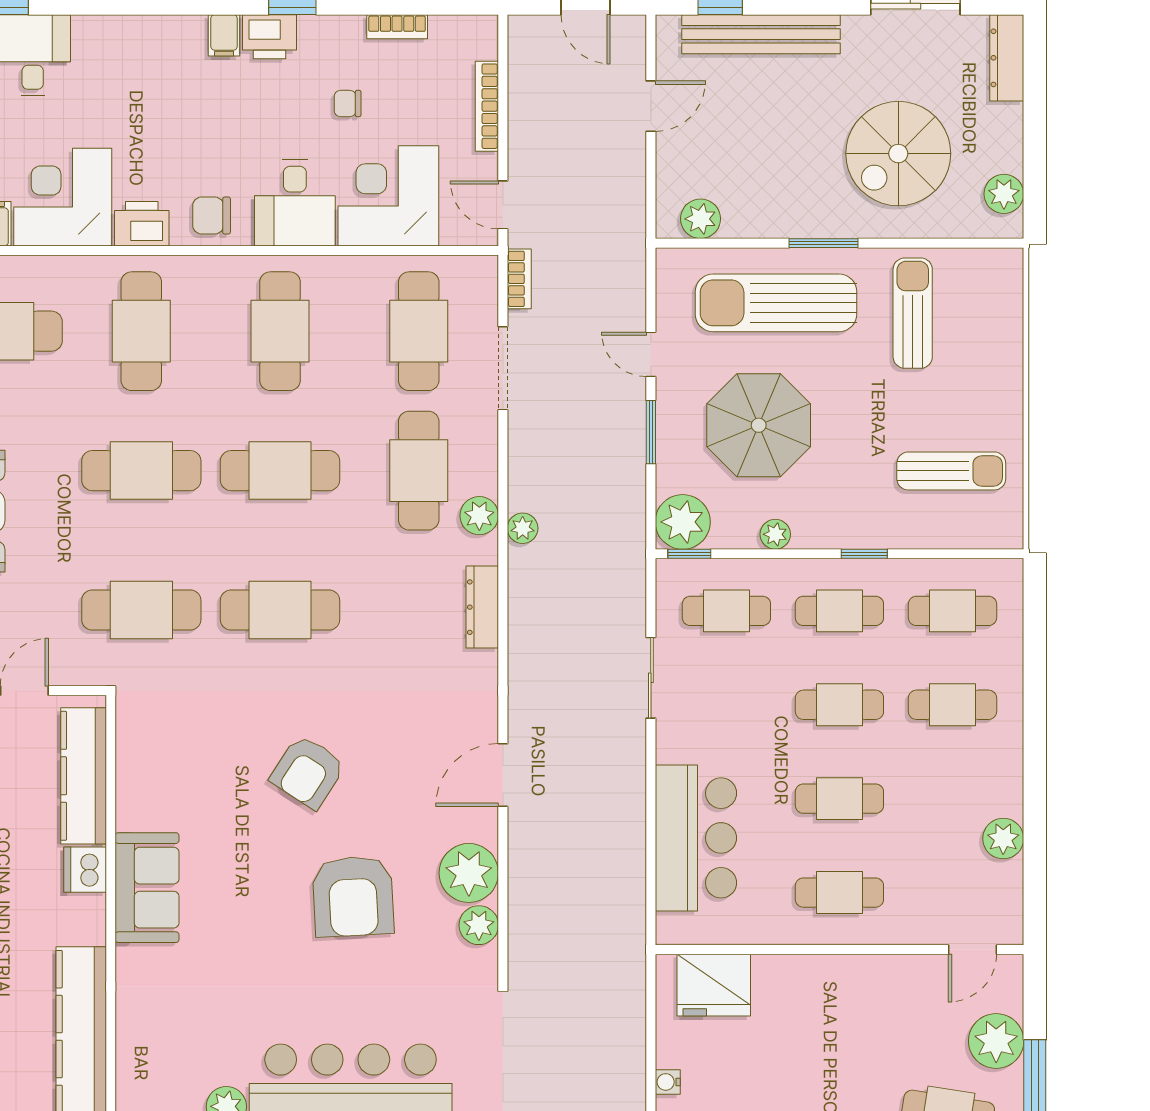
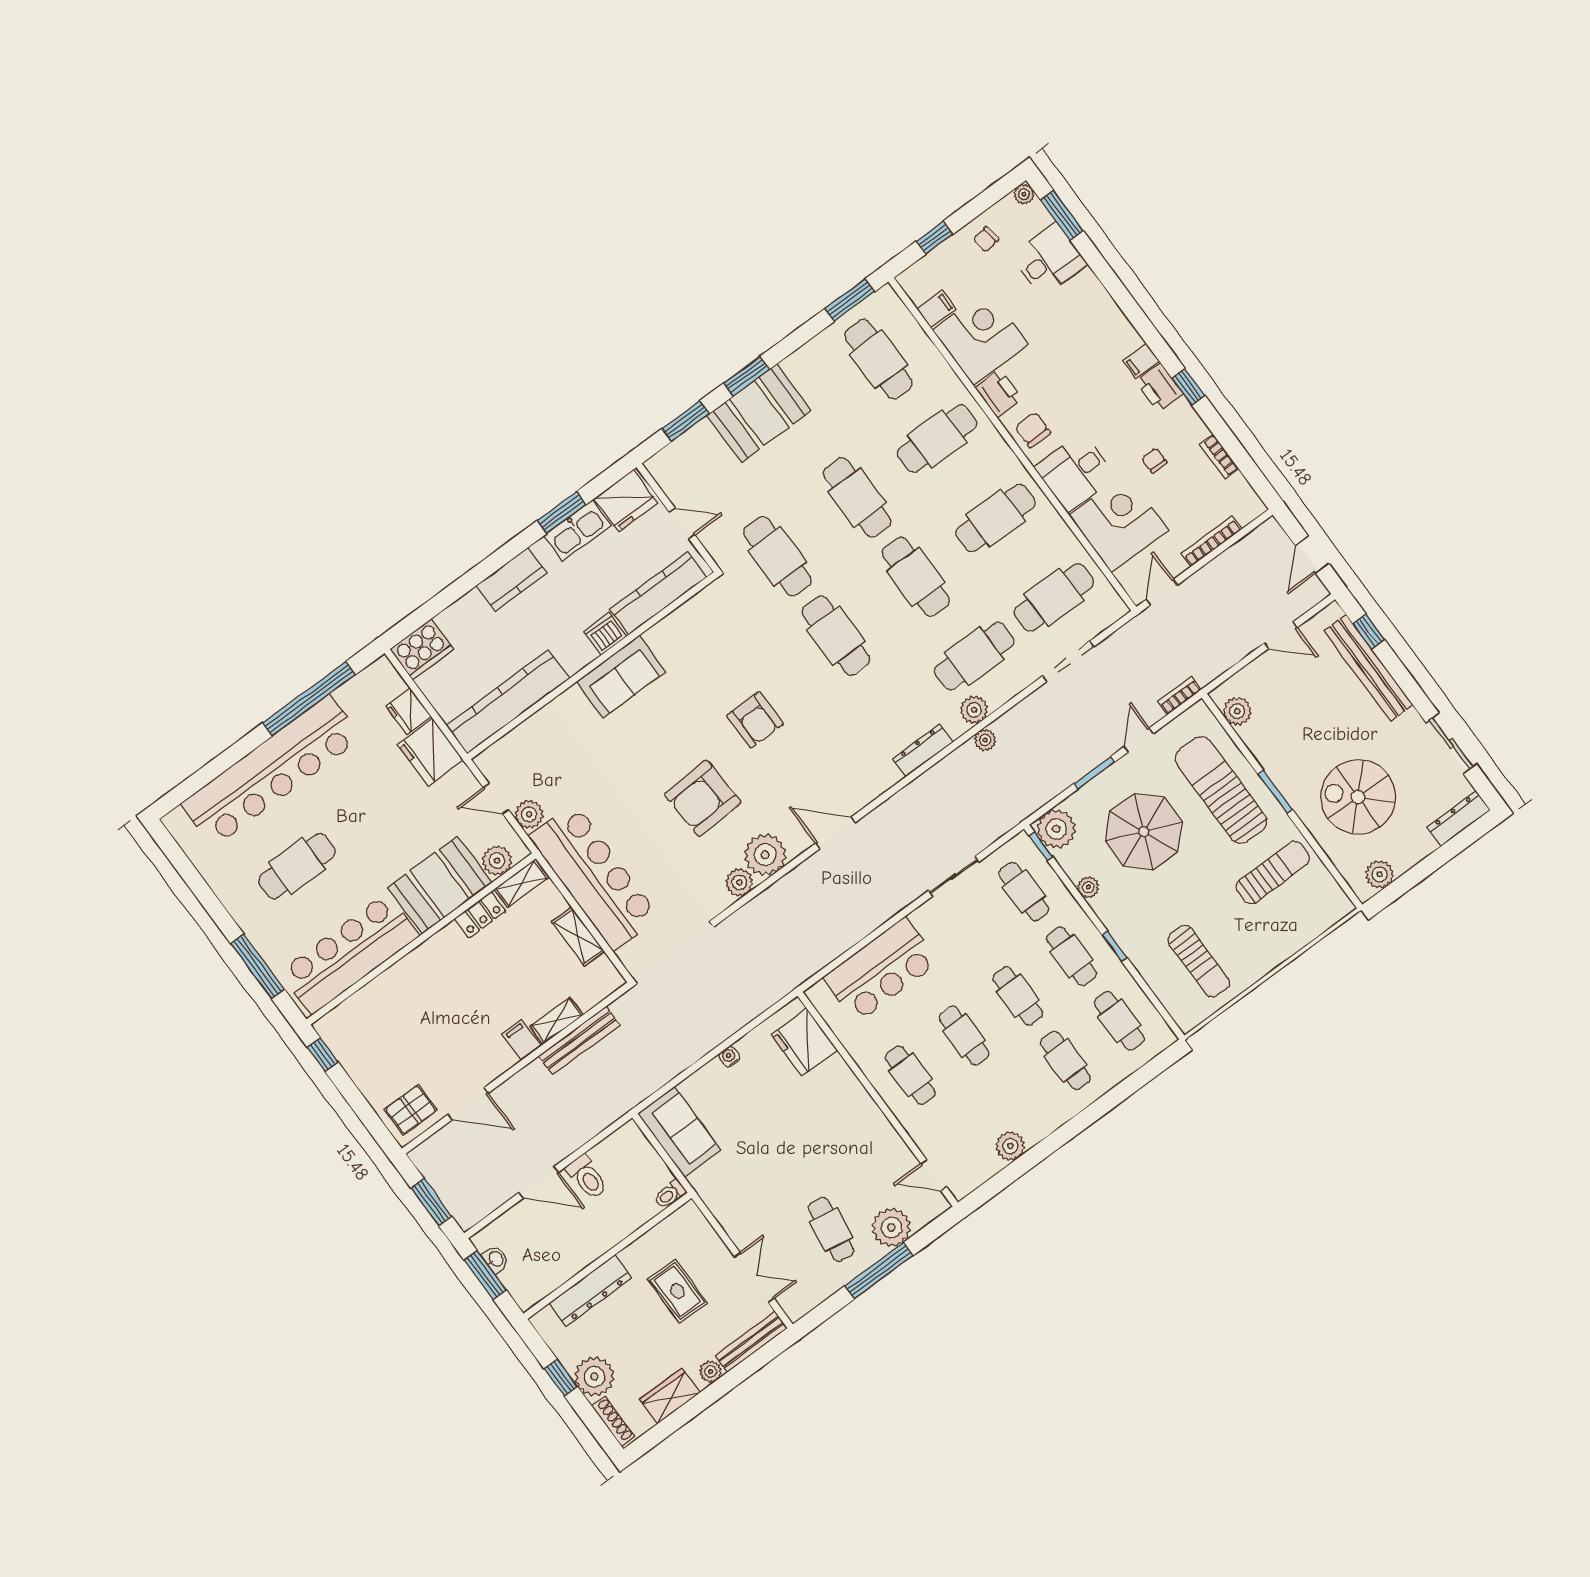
bookcase: (519, 279) -> (1179, 696), moved, turned 180
armchair: (308, 772) -> (755, 720), turned -123

